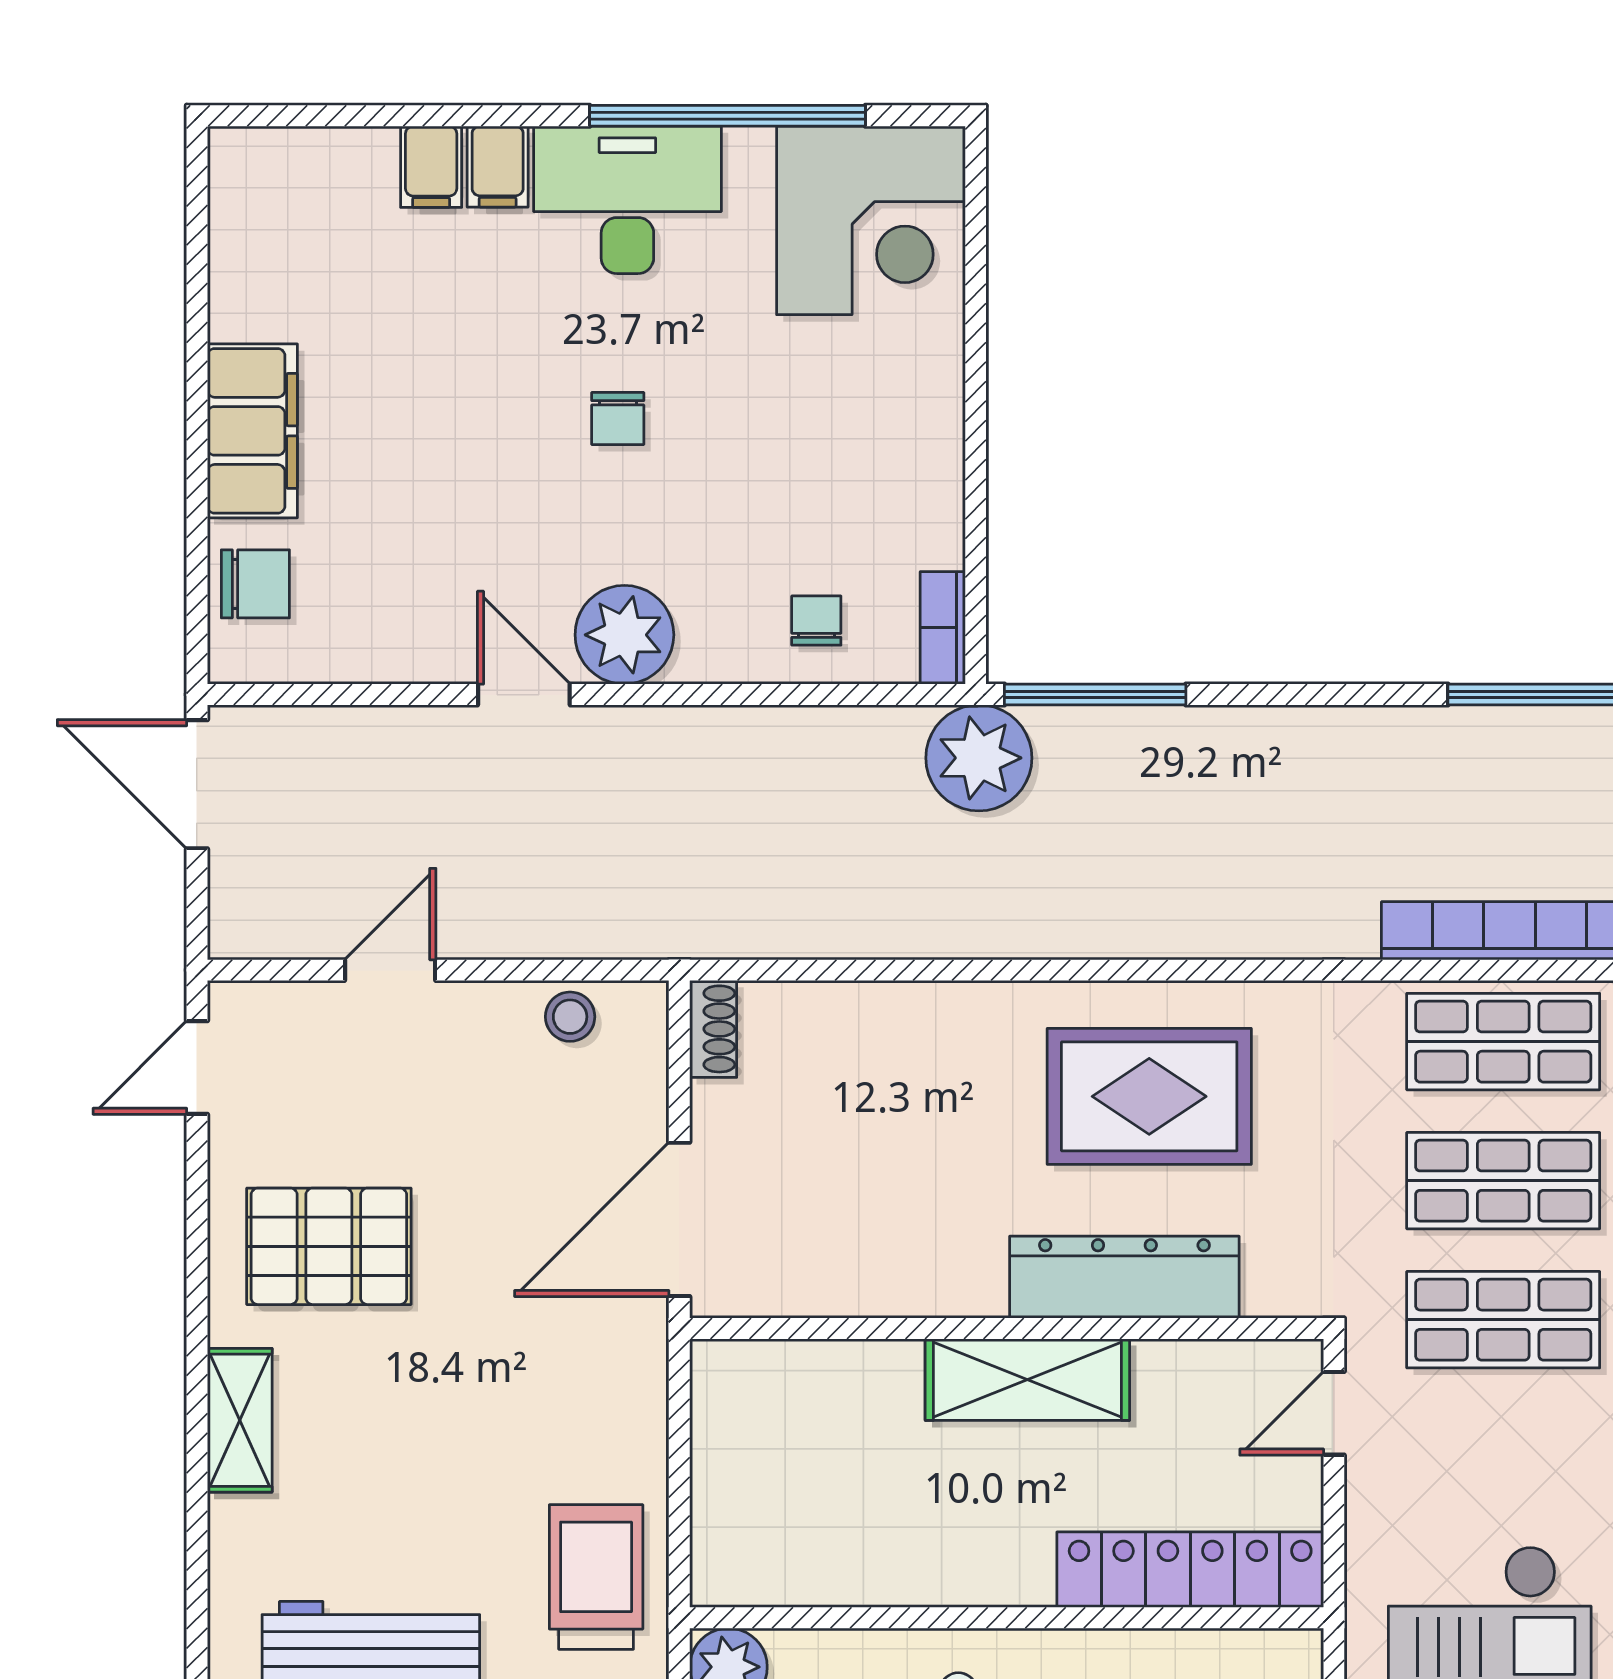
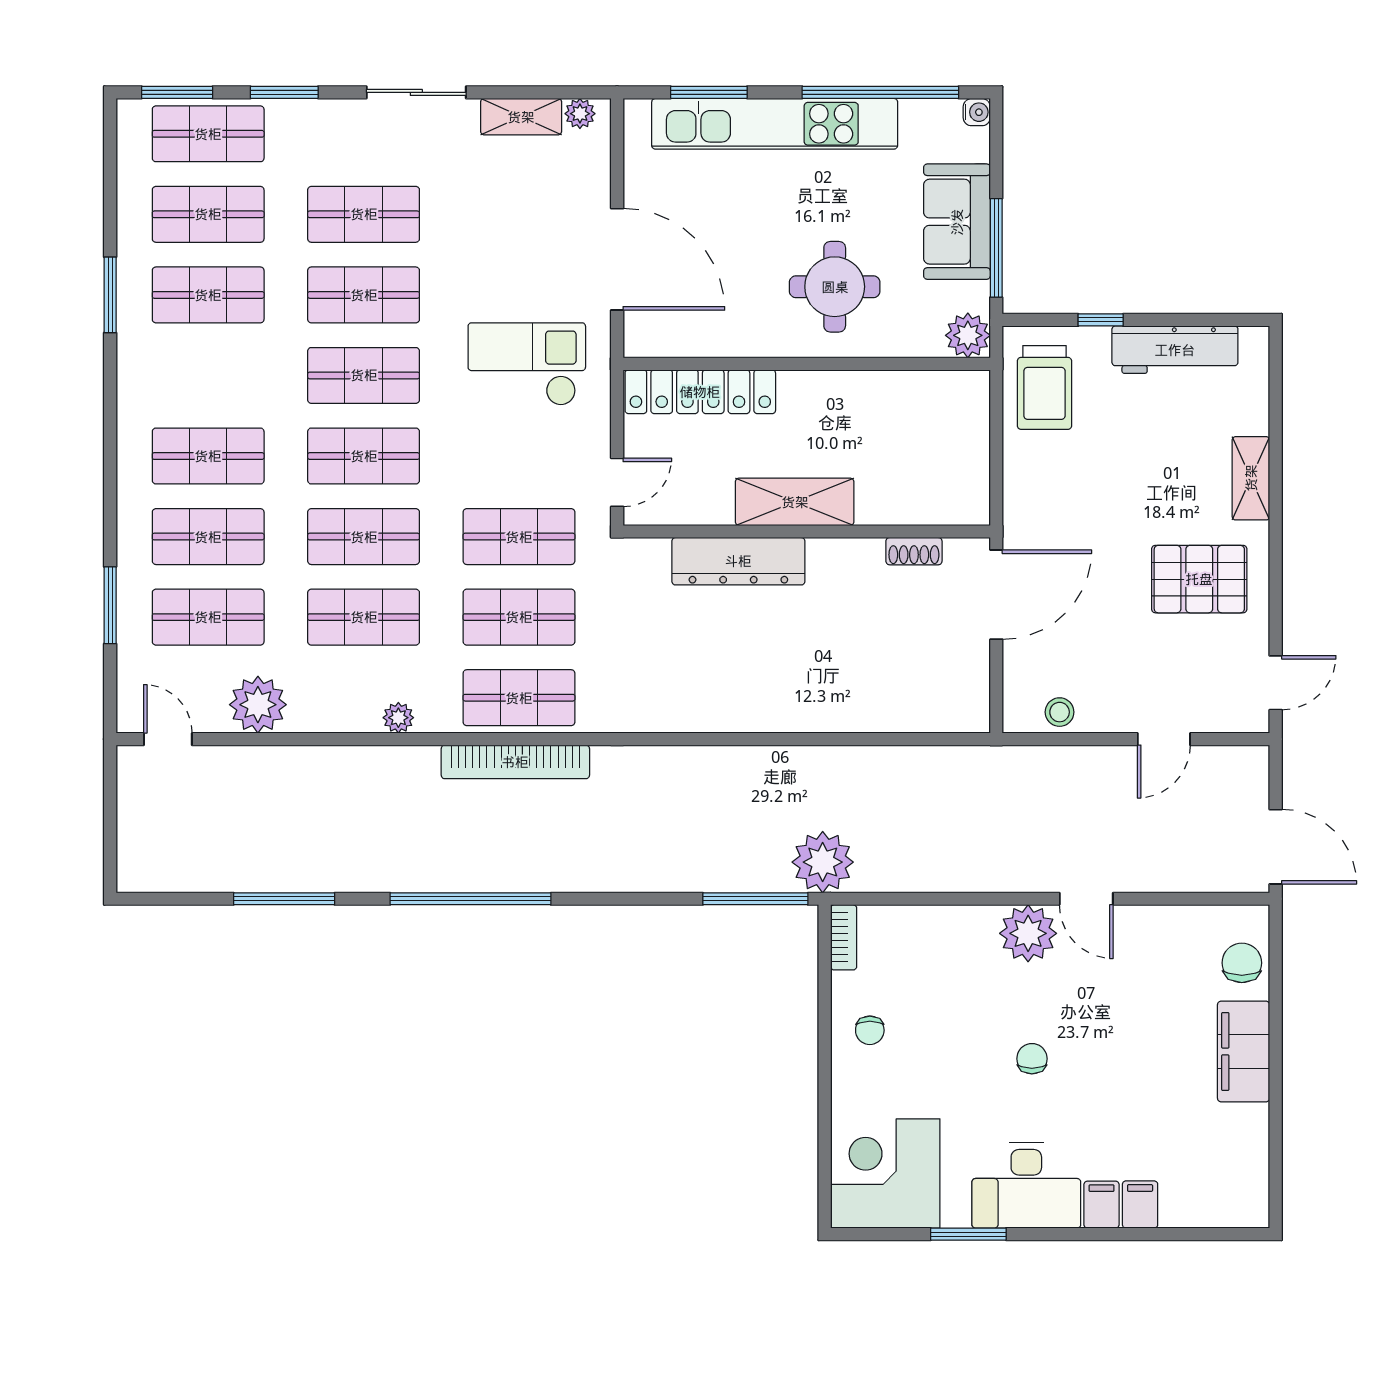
window: (728, 116) -> (968, 1234), width x0.47
chair: (255, 584) -> (1242, 963), turned 90
chair: (816, 621) -> (870, 1030), moved
shoe rack: (713, 1029) -> (914, 551), moved, turned -90
rug: (1149, 1096) -> (724, 666), removed

